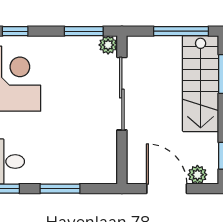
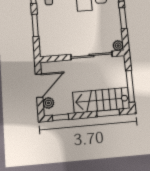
window: (84, 31) -> (123, 18), moved

